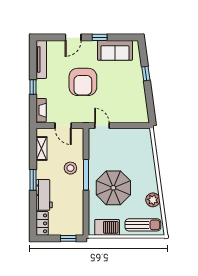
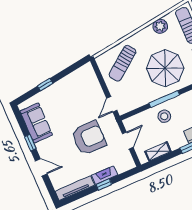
armchair: (83, 82) -> (89, 138), moved
fireplace: (41, 110) -> (105, 175), moved
sun lounger: (135, 151) -> (123, 63), added

